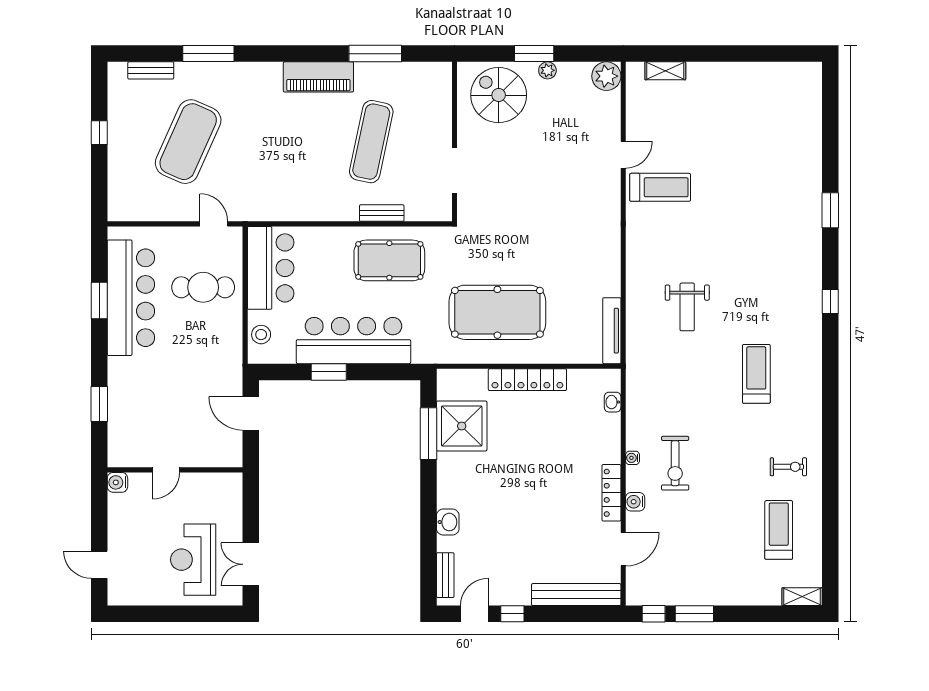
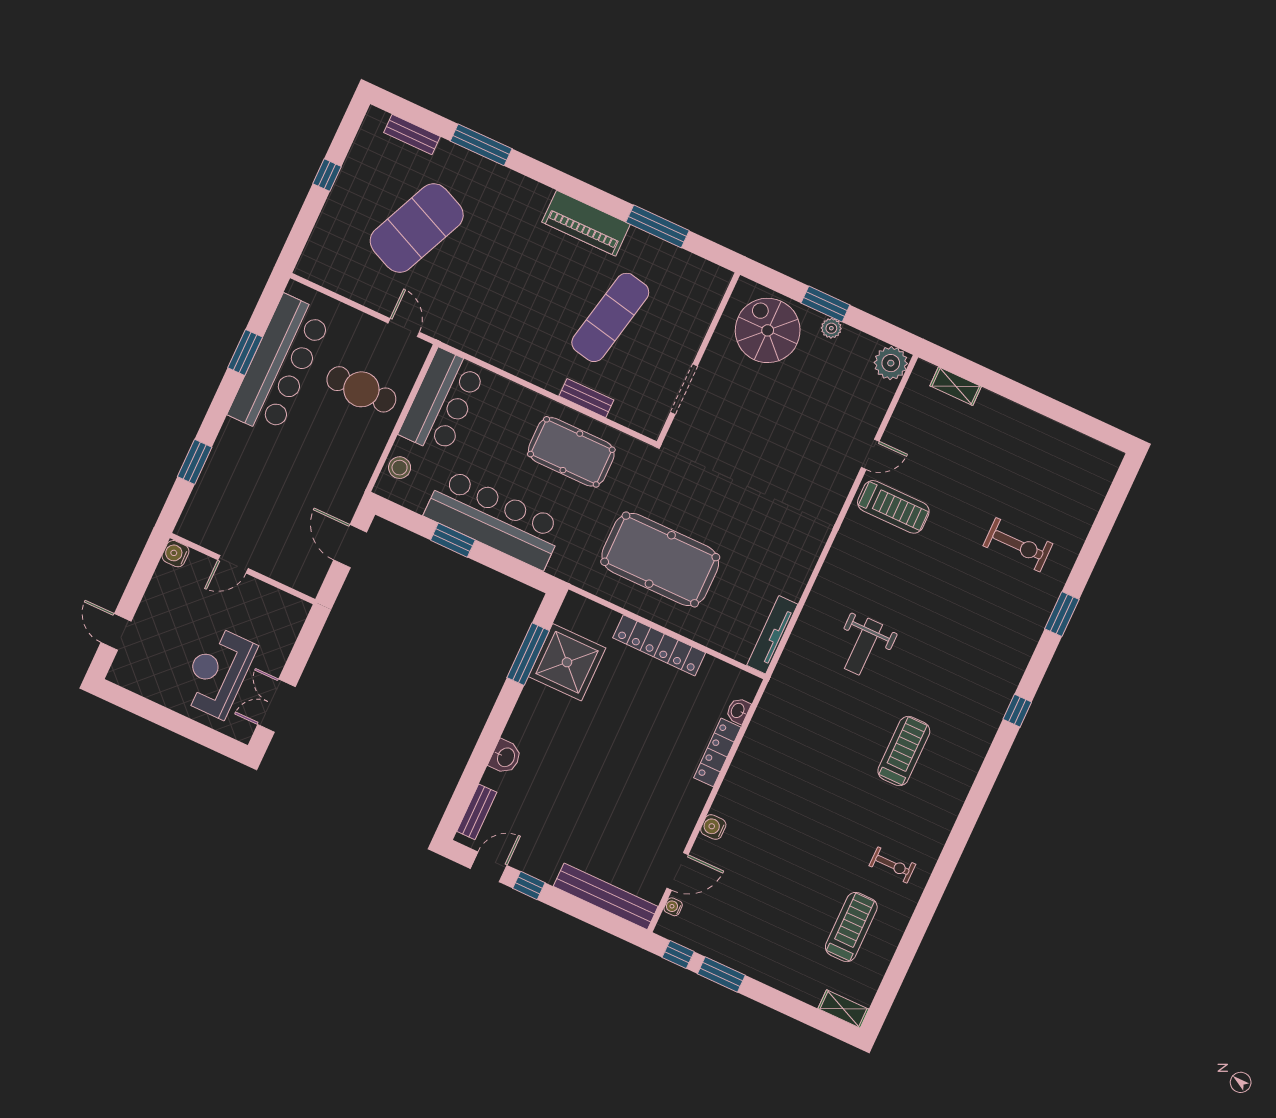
water cooler: (633, 458) -> (673, 907), moved
exercise bike: (675, 463) -> (1018, 545), moved, turned -90
locker: (611, 493) -> (717, 752), moved

